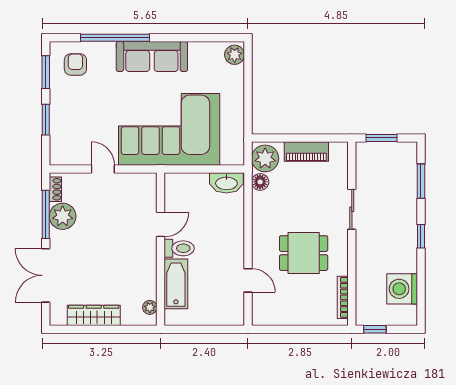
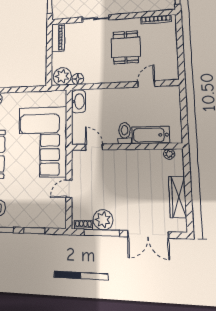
piano: (306, 151) -> (58, 38), moved
door: (160, 224) -> (94, 147), moved

